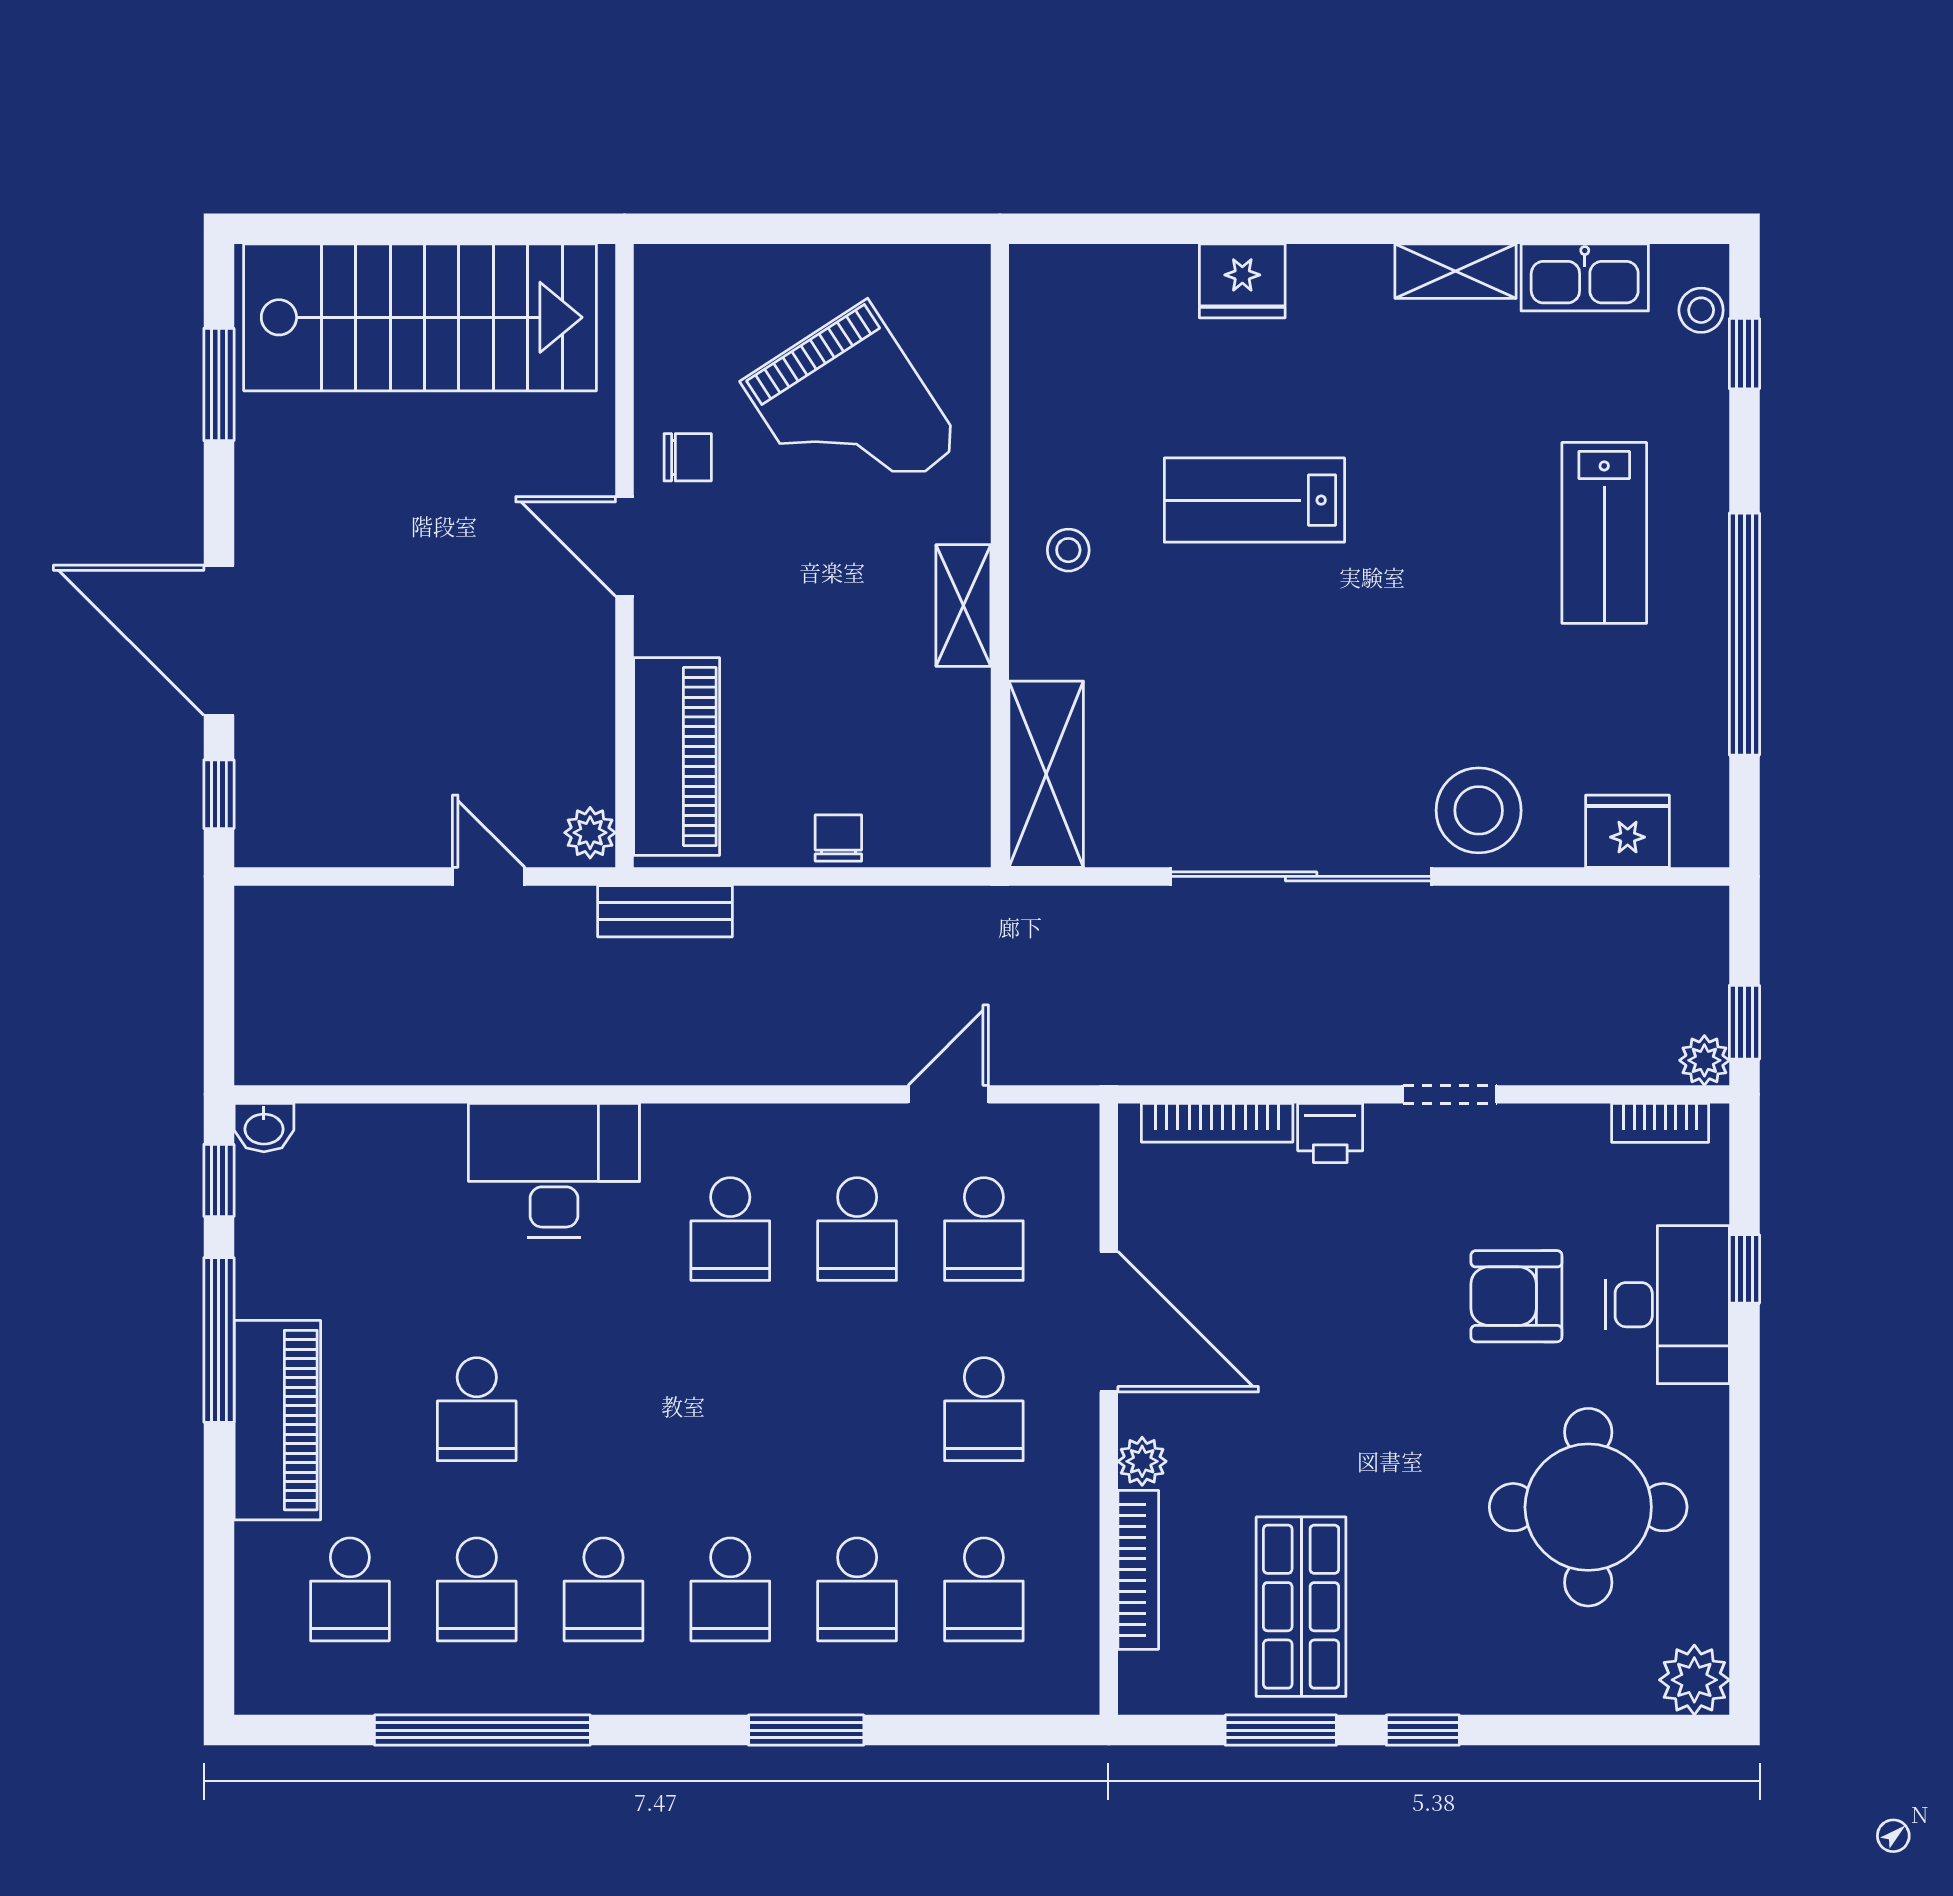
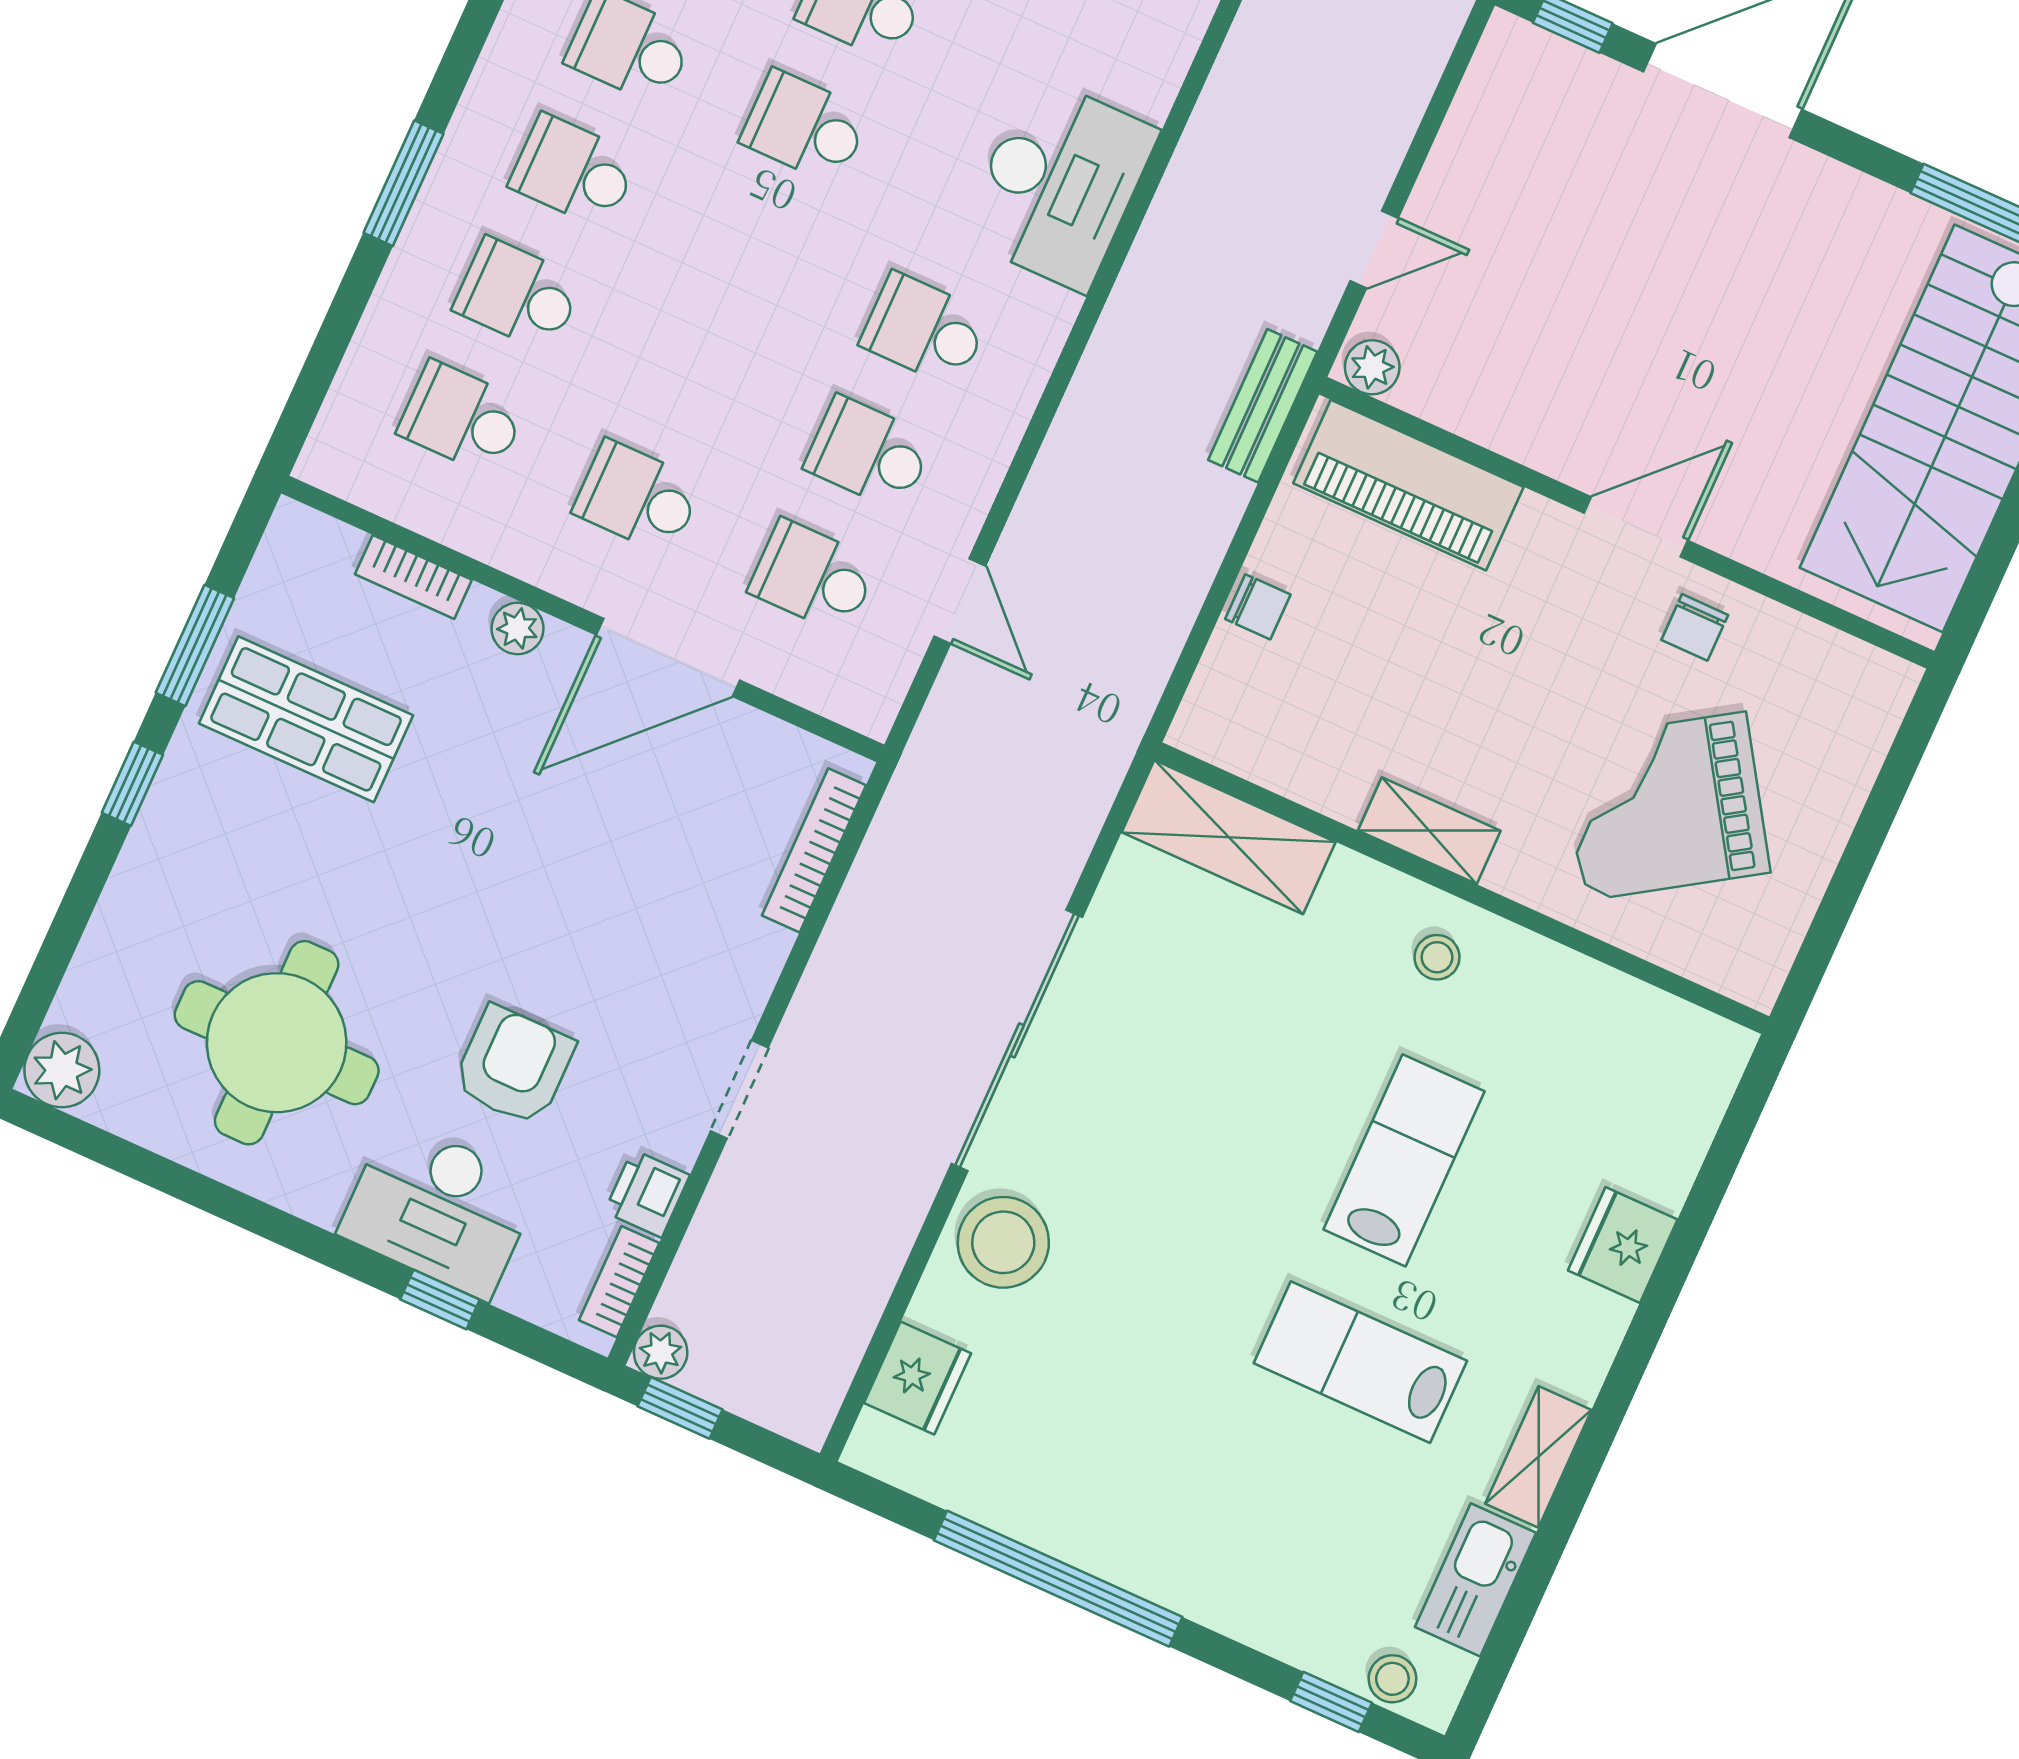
lab bench: (1604, 533) -> (1360, 1362), moved
printer: (1330, 1133) -> (647, 1194), moved
school desk: (603, 1409) -> (805, 127), added
bookcase: (1138, 1570) -> (413, 577), width x0.64

